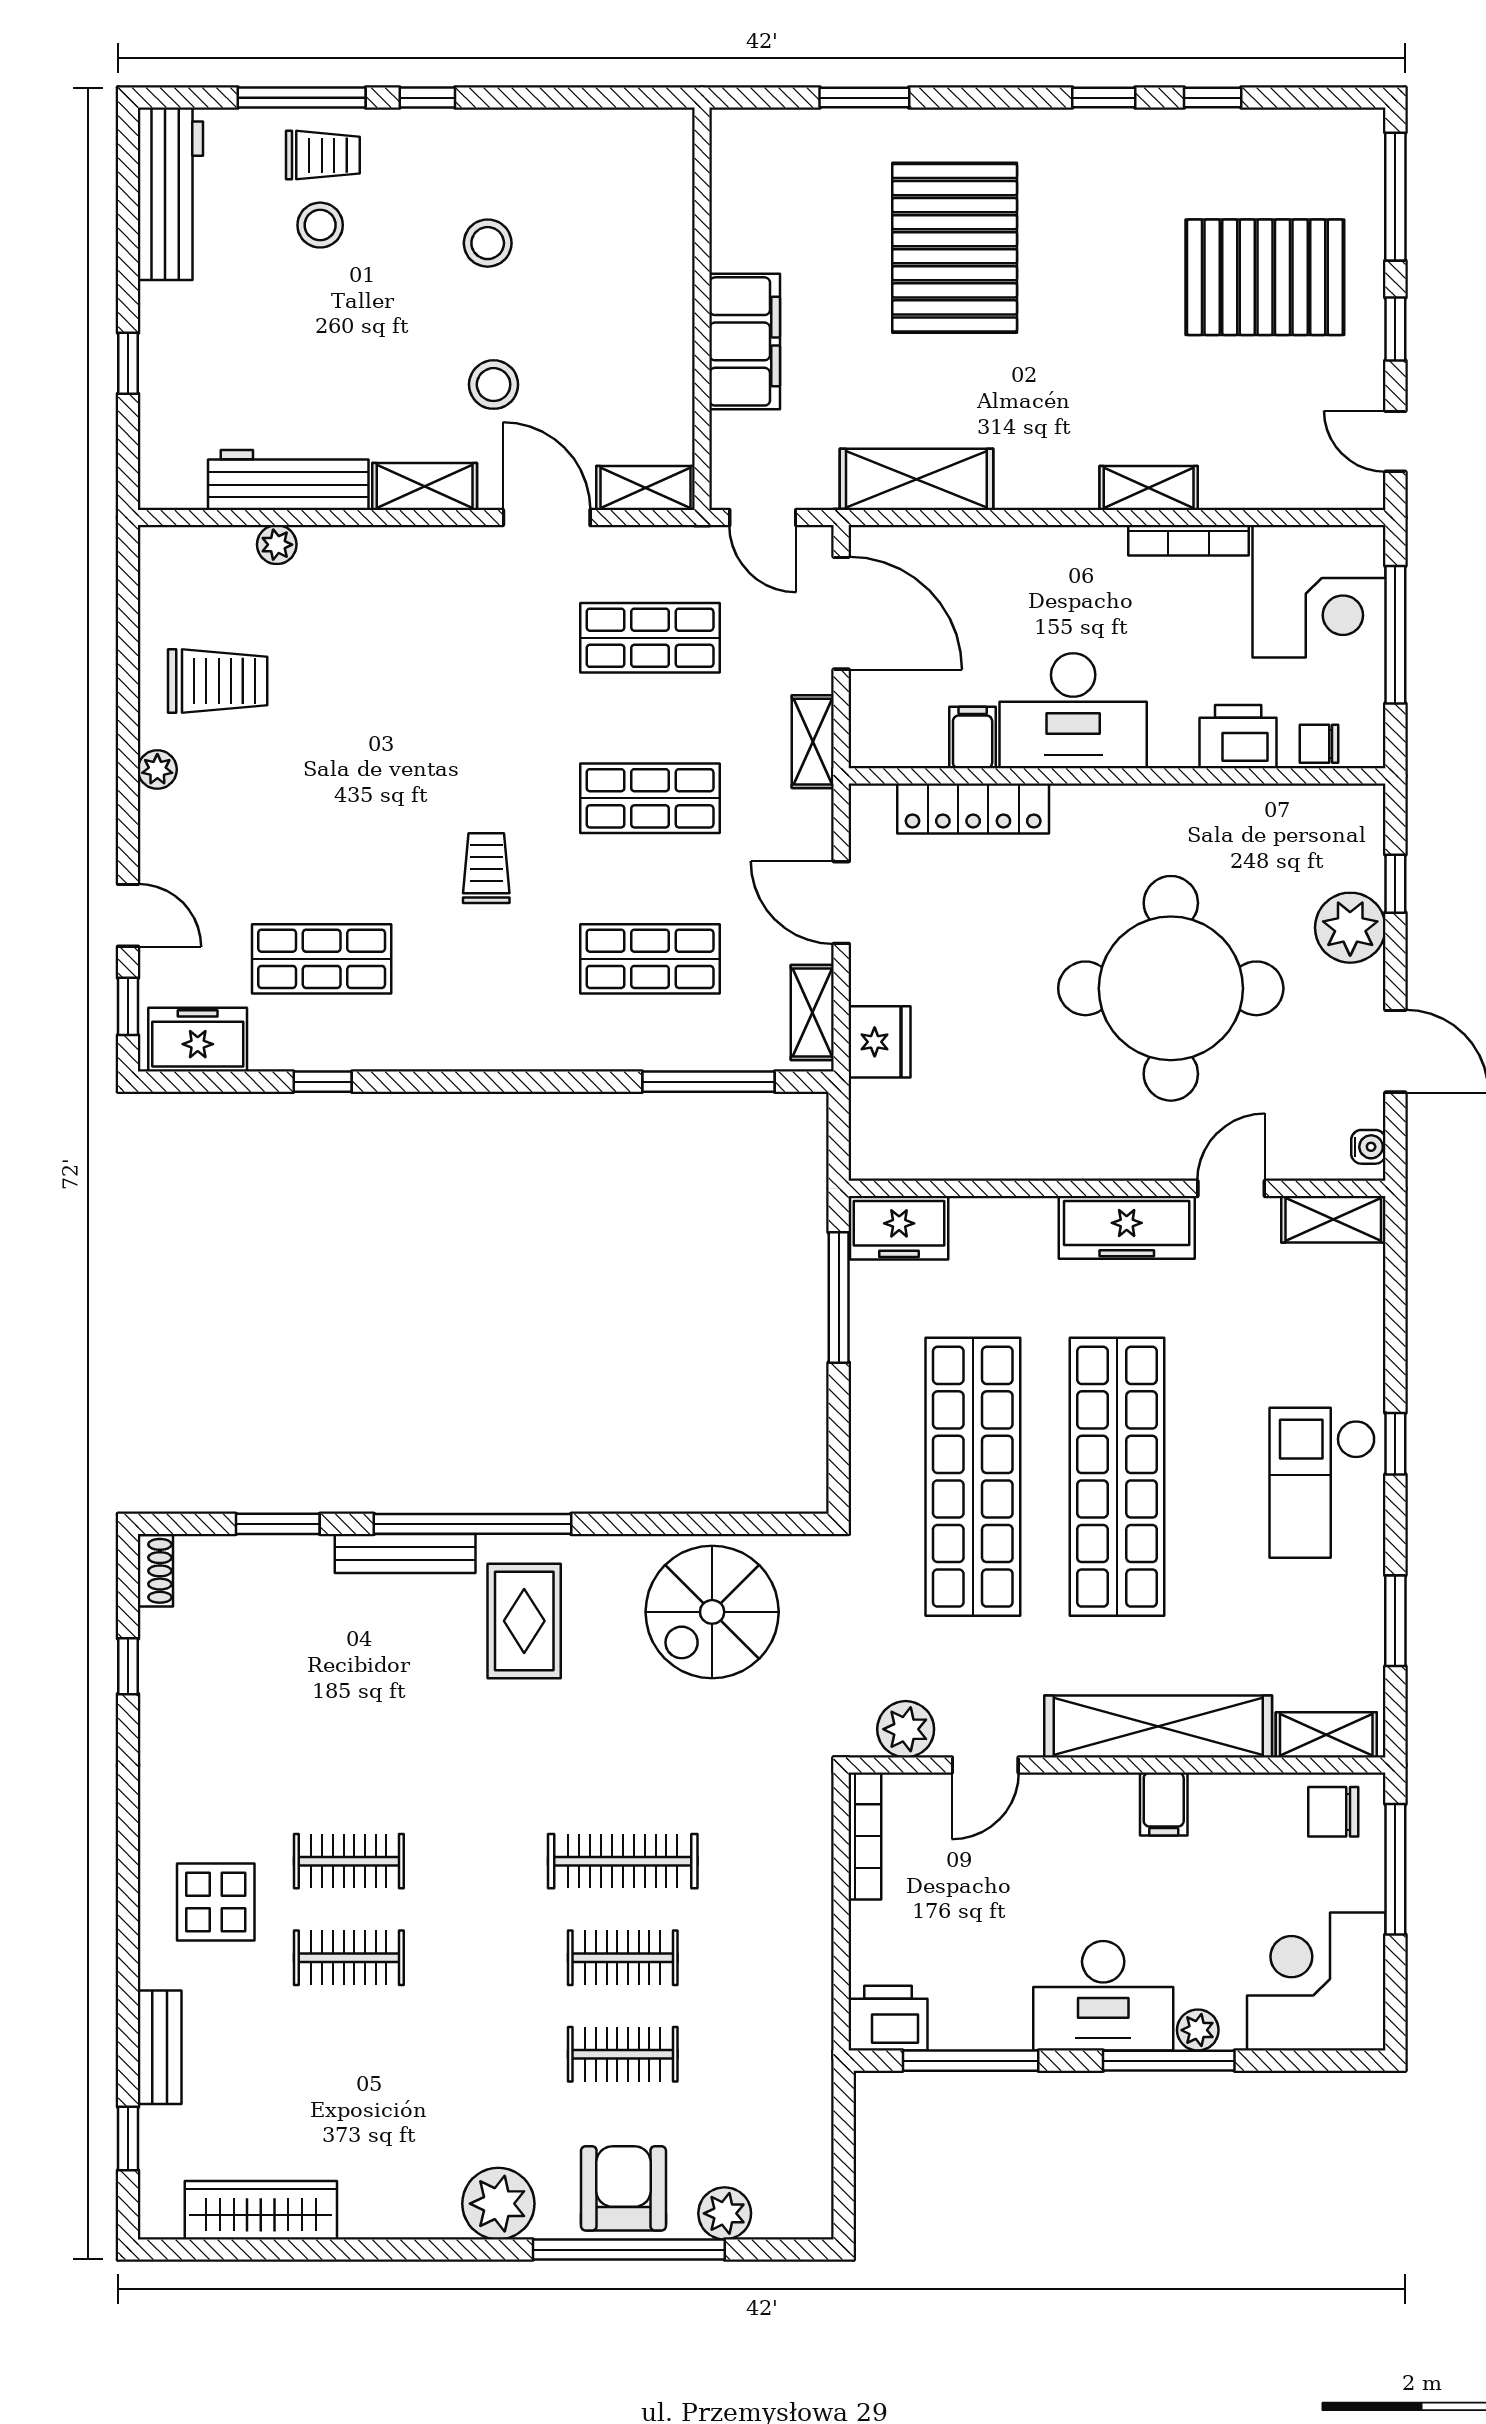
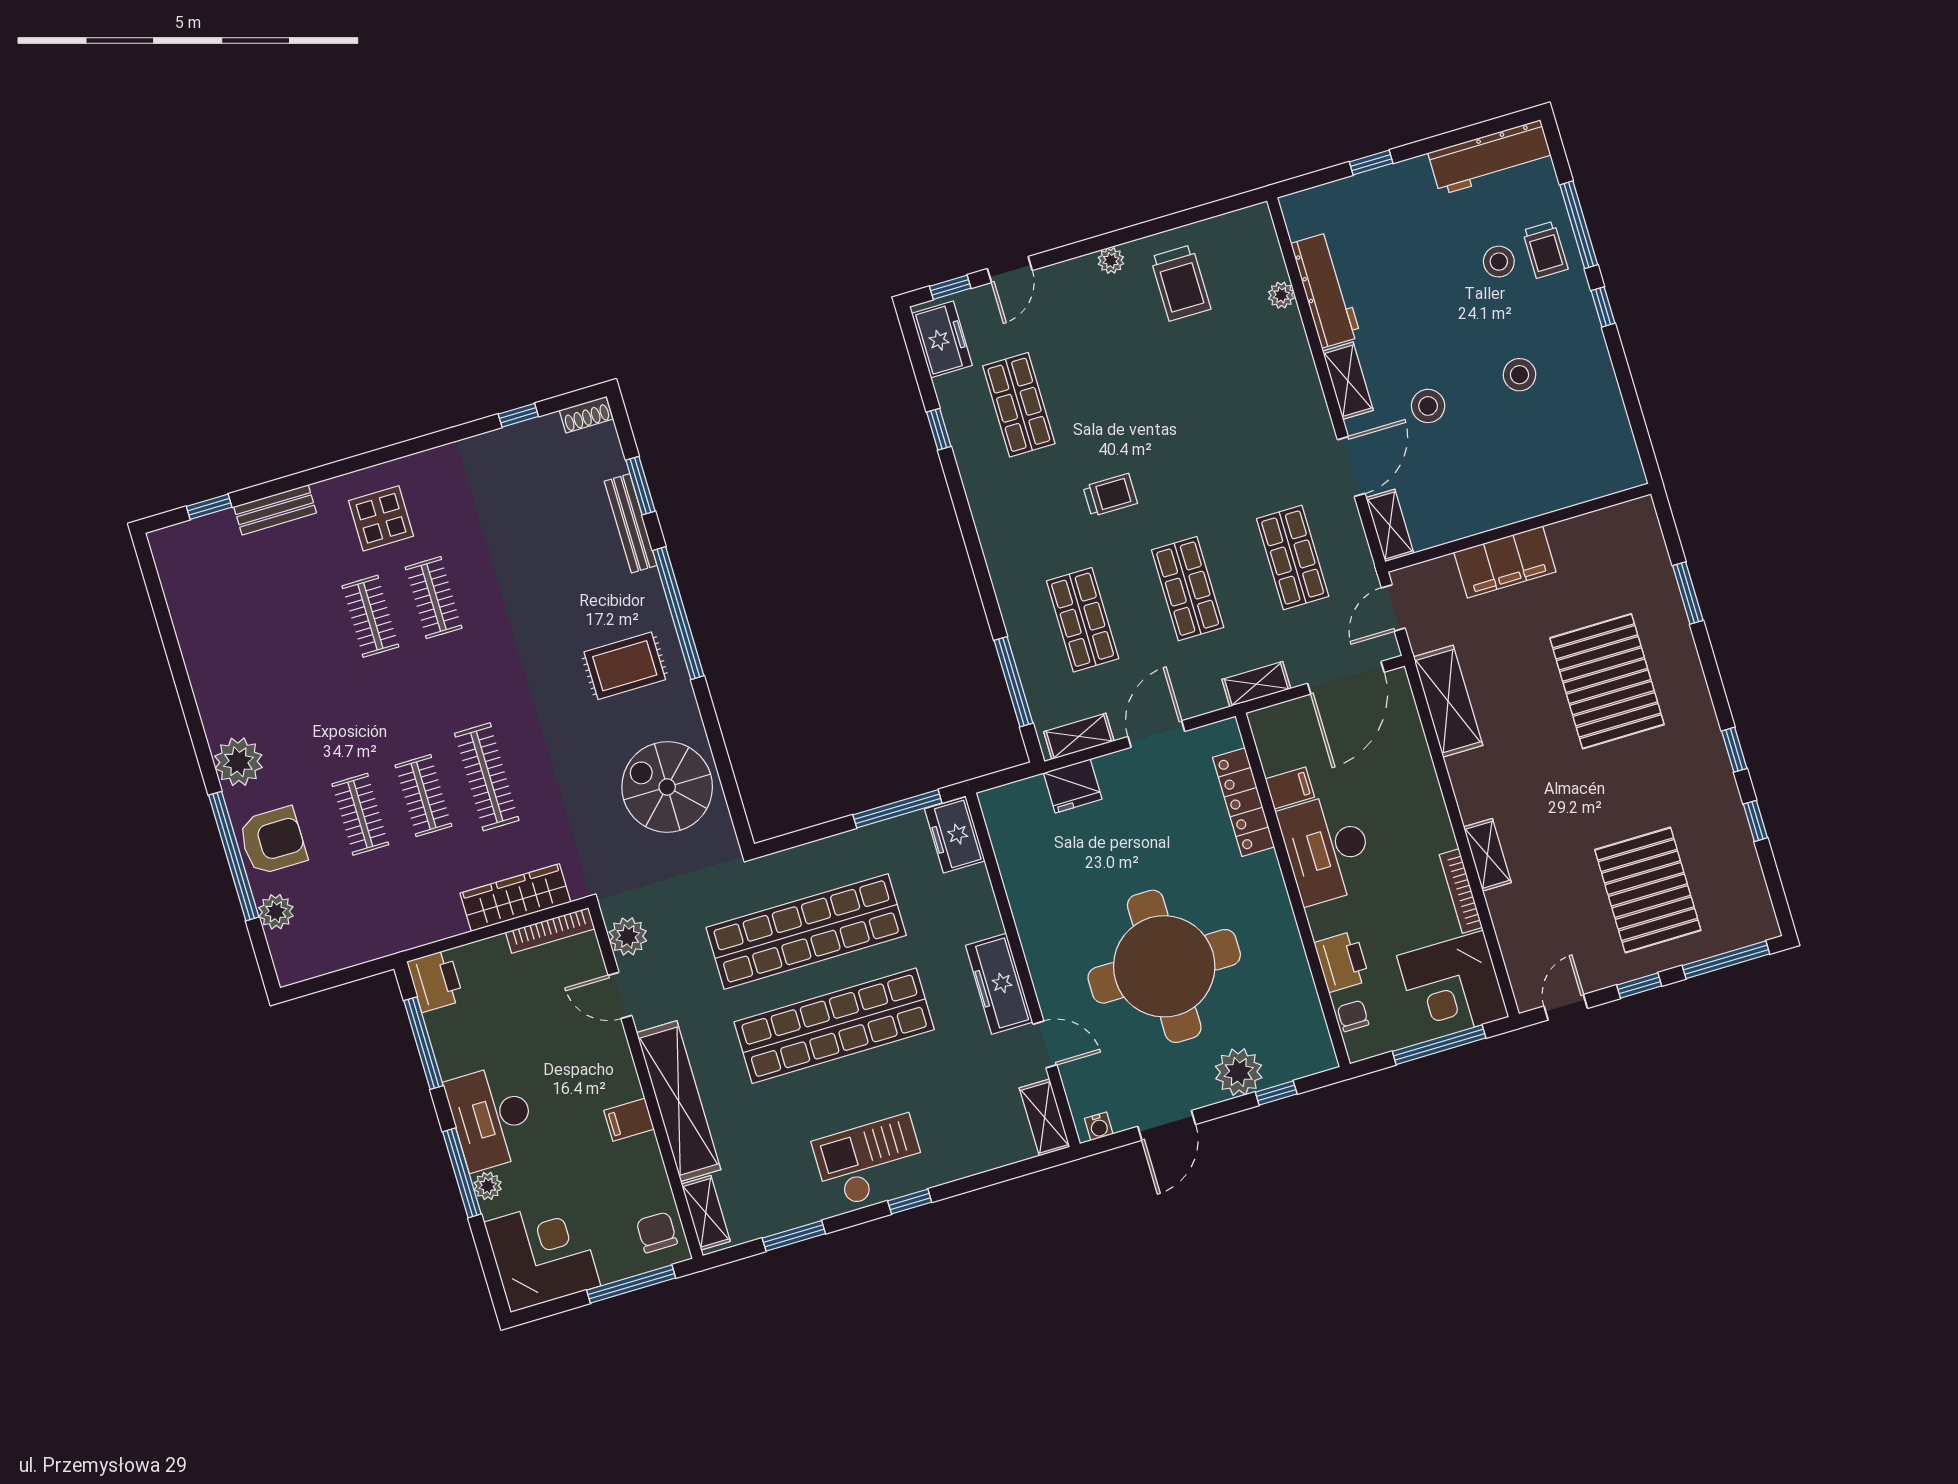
pallet: (955, 248) -> (1607, 681), turned 90
bench: (405, 1553) -> (631, 523), moved
wardrobe: (261, 2210) -> (515, 898), moved, turned -90

